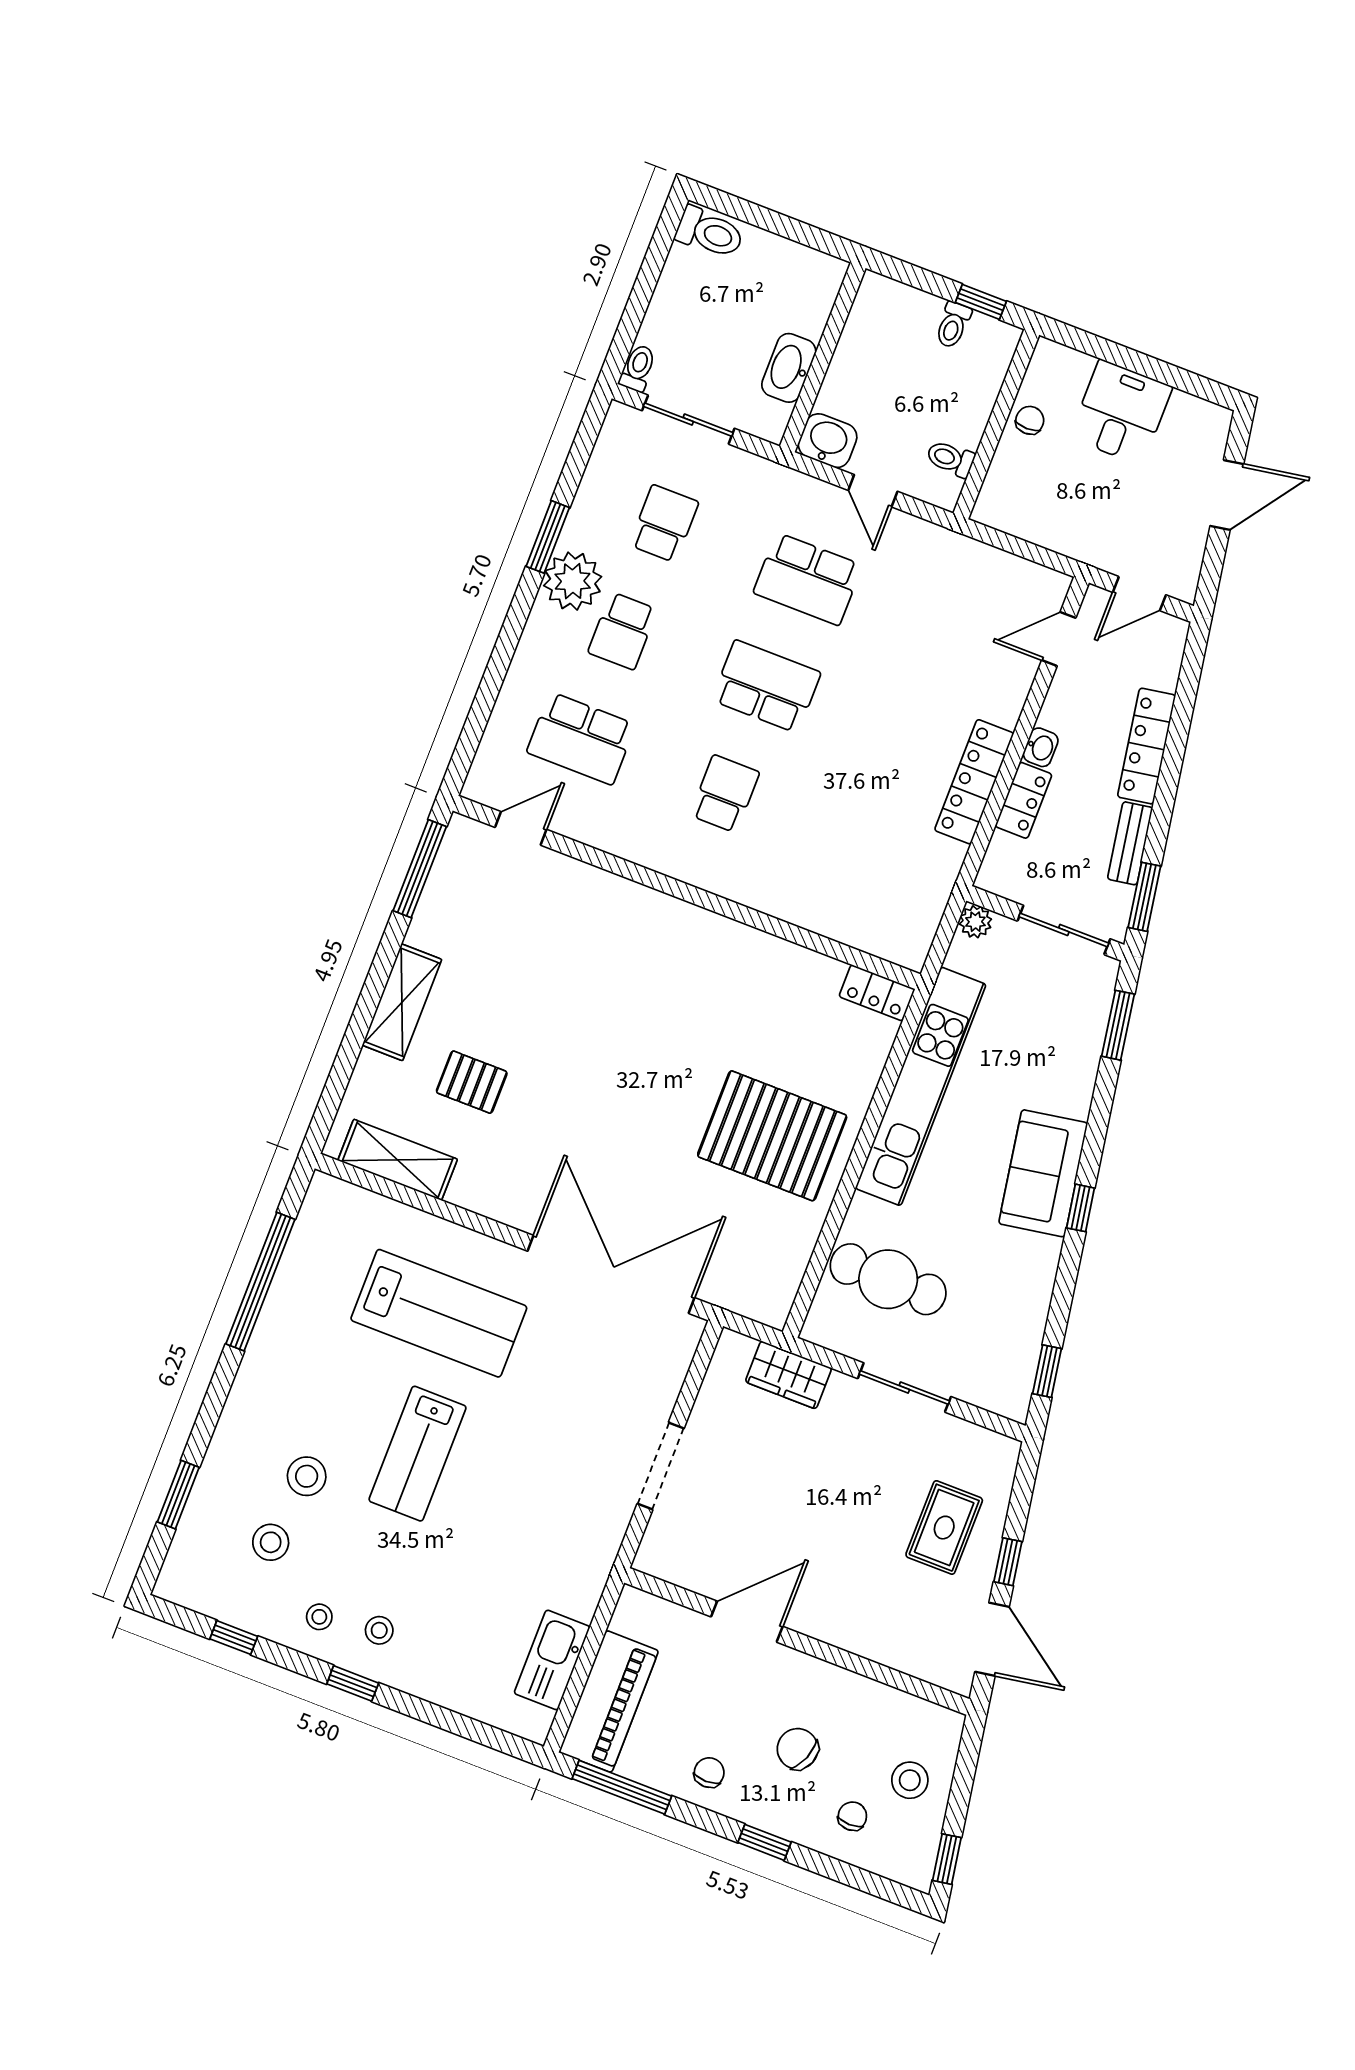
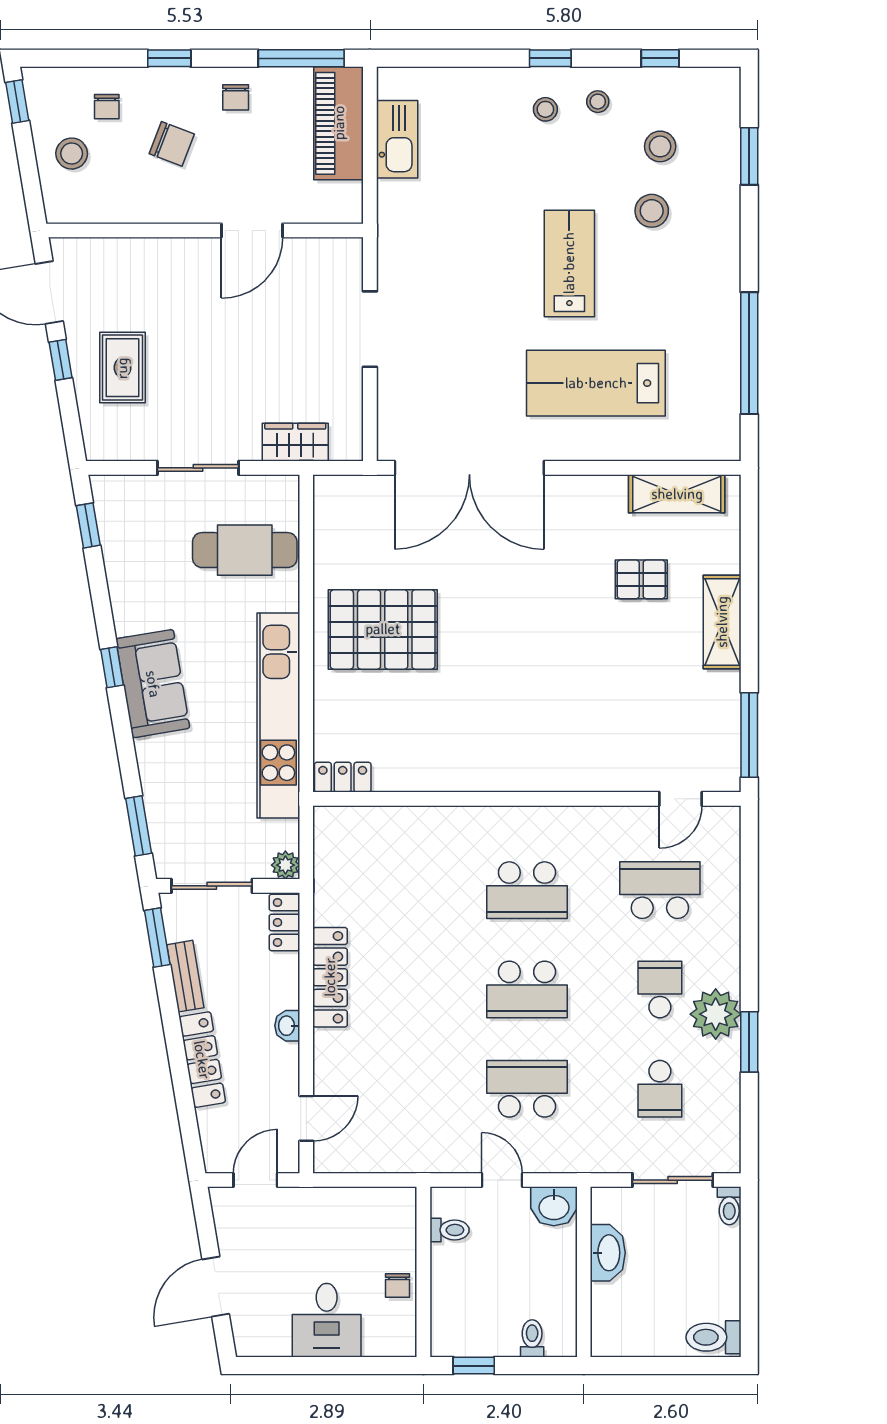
toilet: (953, 325) -> (532, 1338), moved
school desk: (725, 794) -> (527, 890), width x1.85
locker: (1024, 800) -> (284, 922), moved

